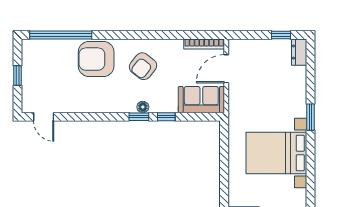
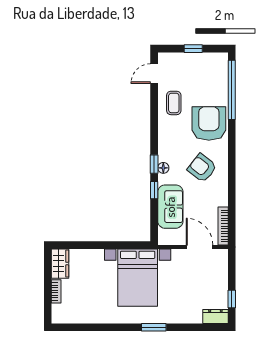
coffee table: (75, 96) -> (174, 103), added
sofa: (201, 100) -> (170, 207), moved
bed with nightstands: (276, 153) -> (138, 278), moved, turned 180

